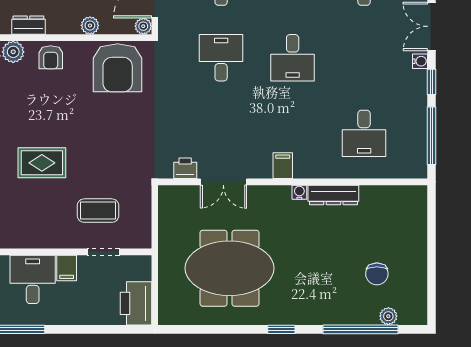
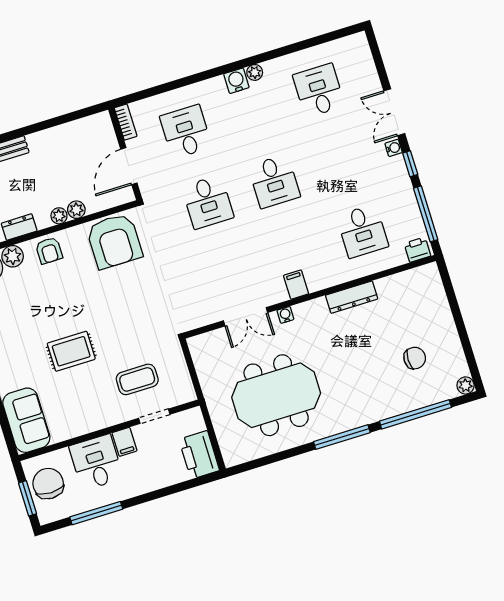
plant: (143, 26) -> (59, 216), moved
desk: (221, 58) -> (208, 202), turned 180
printer: (185, 168) -> (417, 250), moved
water cooler: (299, 192) -> (285, 315), moved
chair: (377, 274) -> (415, 358), turned -90
plant: (388, 316) -> (466, 385), moved
window: (281, 329) -> (342, 437), width x2.17

